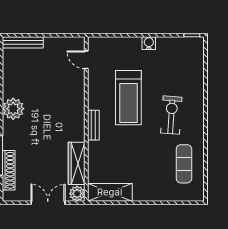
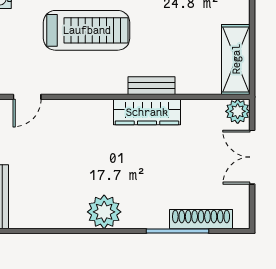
bench: (93, 125) -> (152, 86), moved
wardrobe: (77, 163) -> (147, 112), moved

